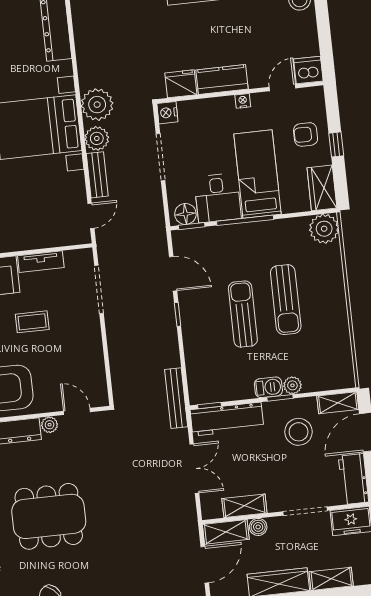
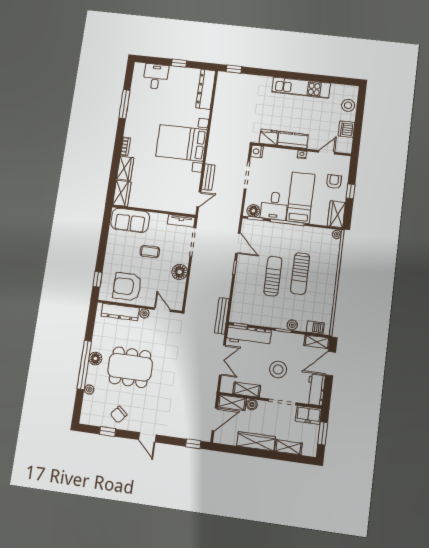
dishwasher: (308, 70) -> (346, 129), moved, turned -90
plant: (97, 105) -> (218, 138), removed
armchair: (306, 134) -> (334, 182), turned 90
plant: (97, 138) -> (213, 157), removed
plant: (324, 229) -> (337, 234), width x0.53, depth x0.53
tv unit: (41, 262) -> (181, 221), moved
floor lamp: (90, 343) -> (180, 272), added
barbecue: (268, 387) -> (315, 327), moved
stool: (299, 432) -> (278, 369), moved

